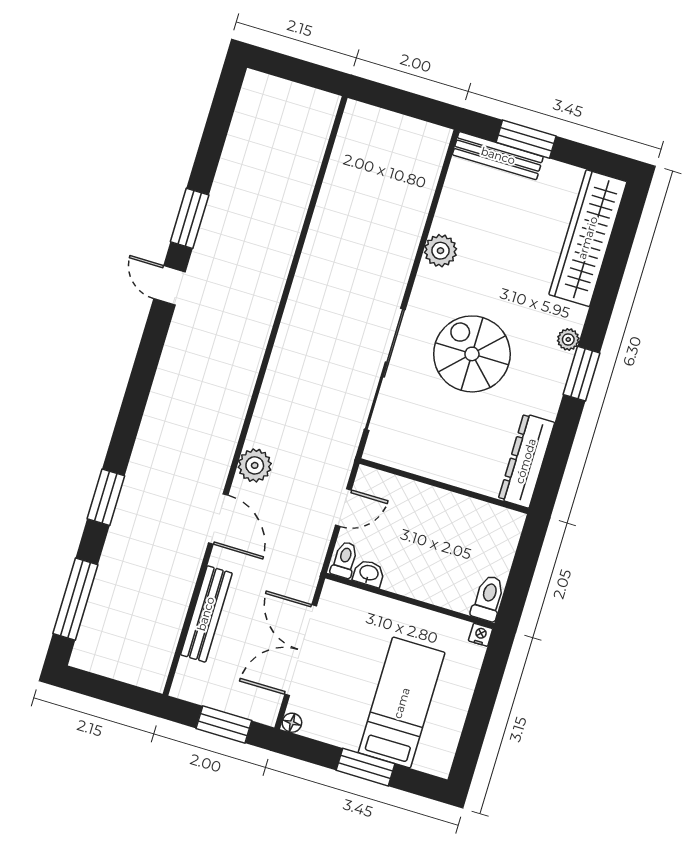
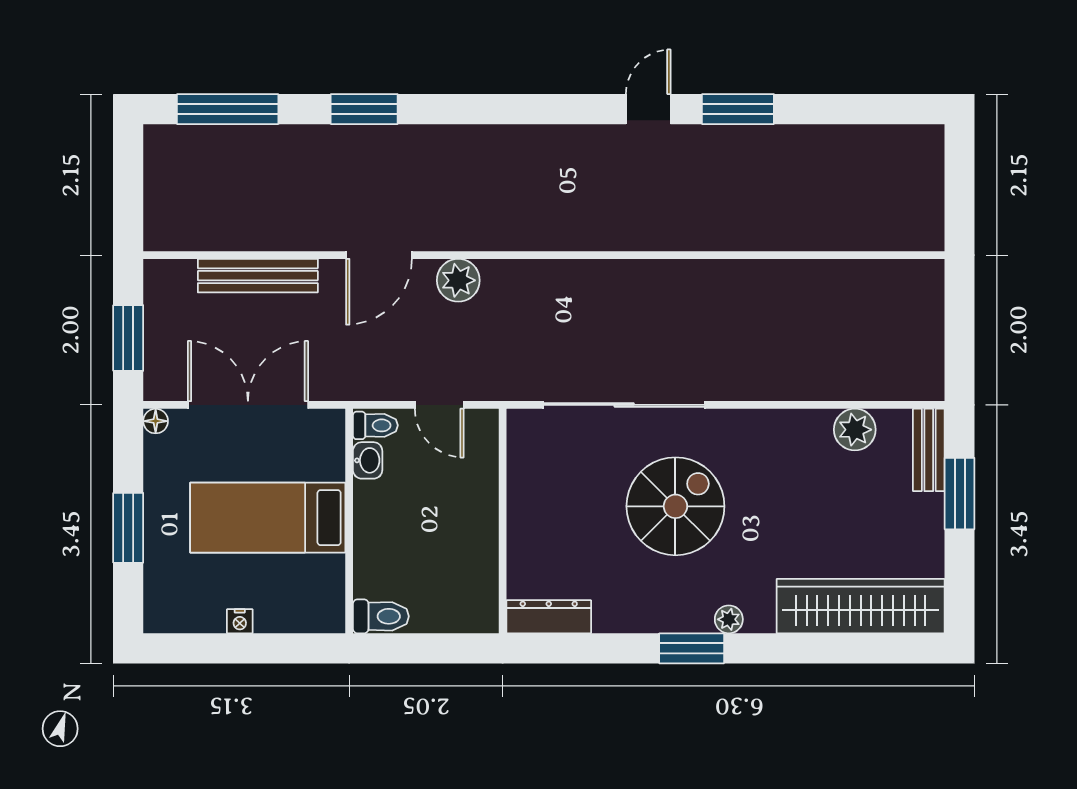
bench: (498, 156) -> (929, 450), width x0.73
plant: (441, 251) -> (855, 430), moved
dresser: (526, 461) -> (549, 617), width x0.73, depth x0.80
nightstand: (481, 635) -> (240, 621), moved, turned 90
bed: (402, 703) -> (268, 518), moved, turned 180

